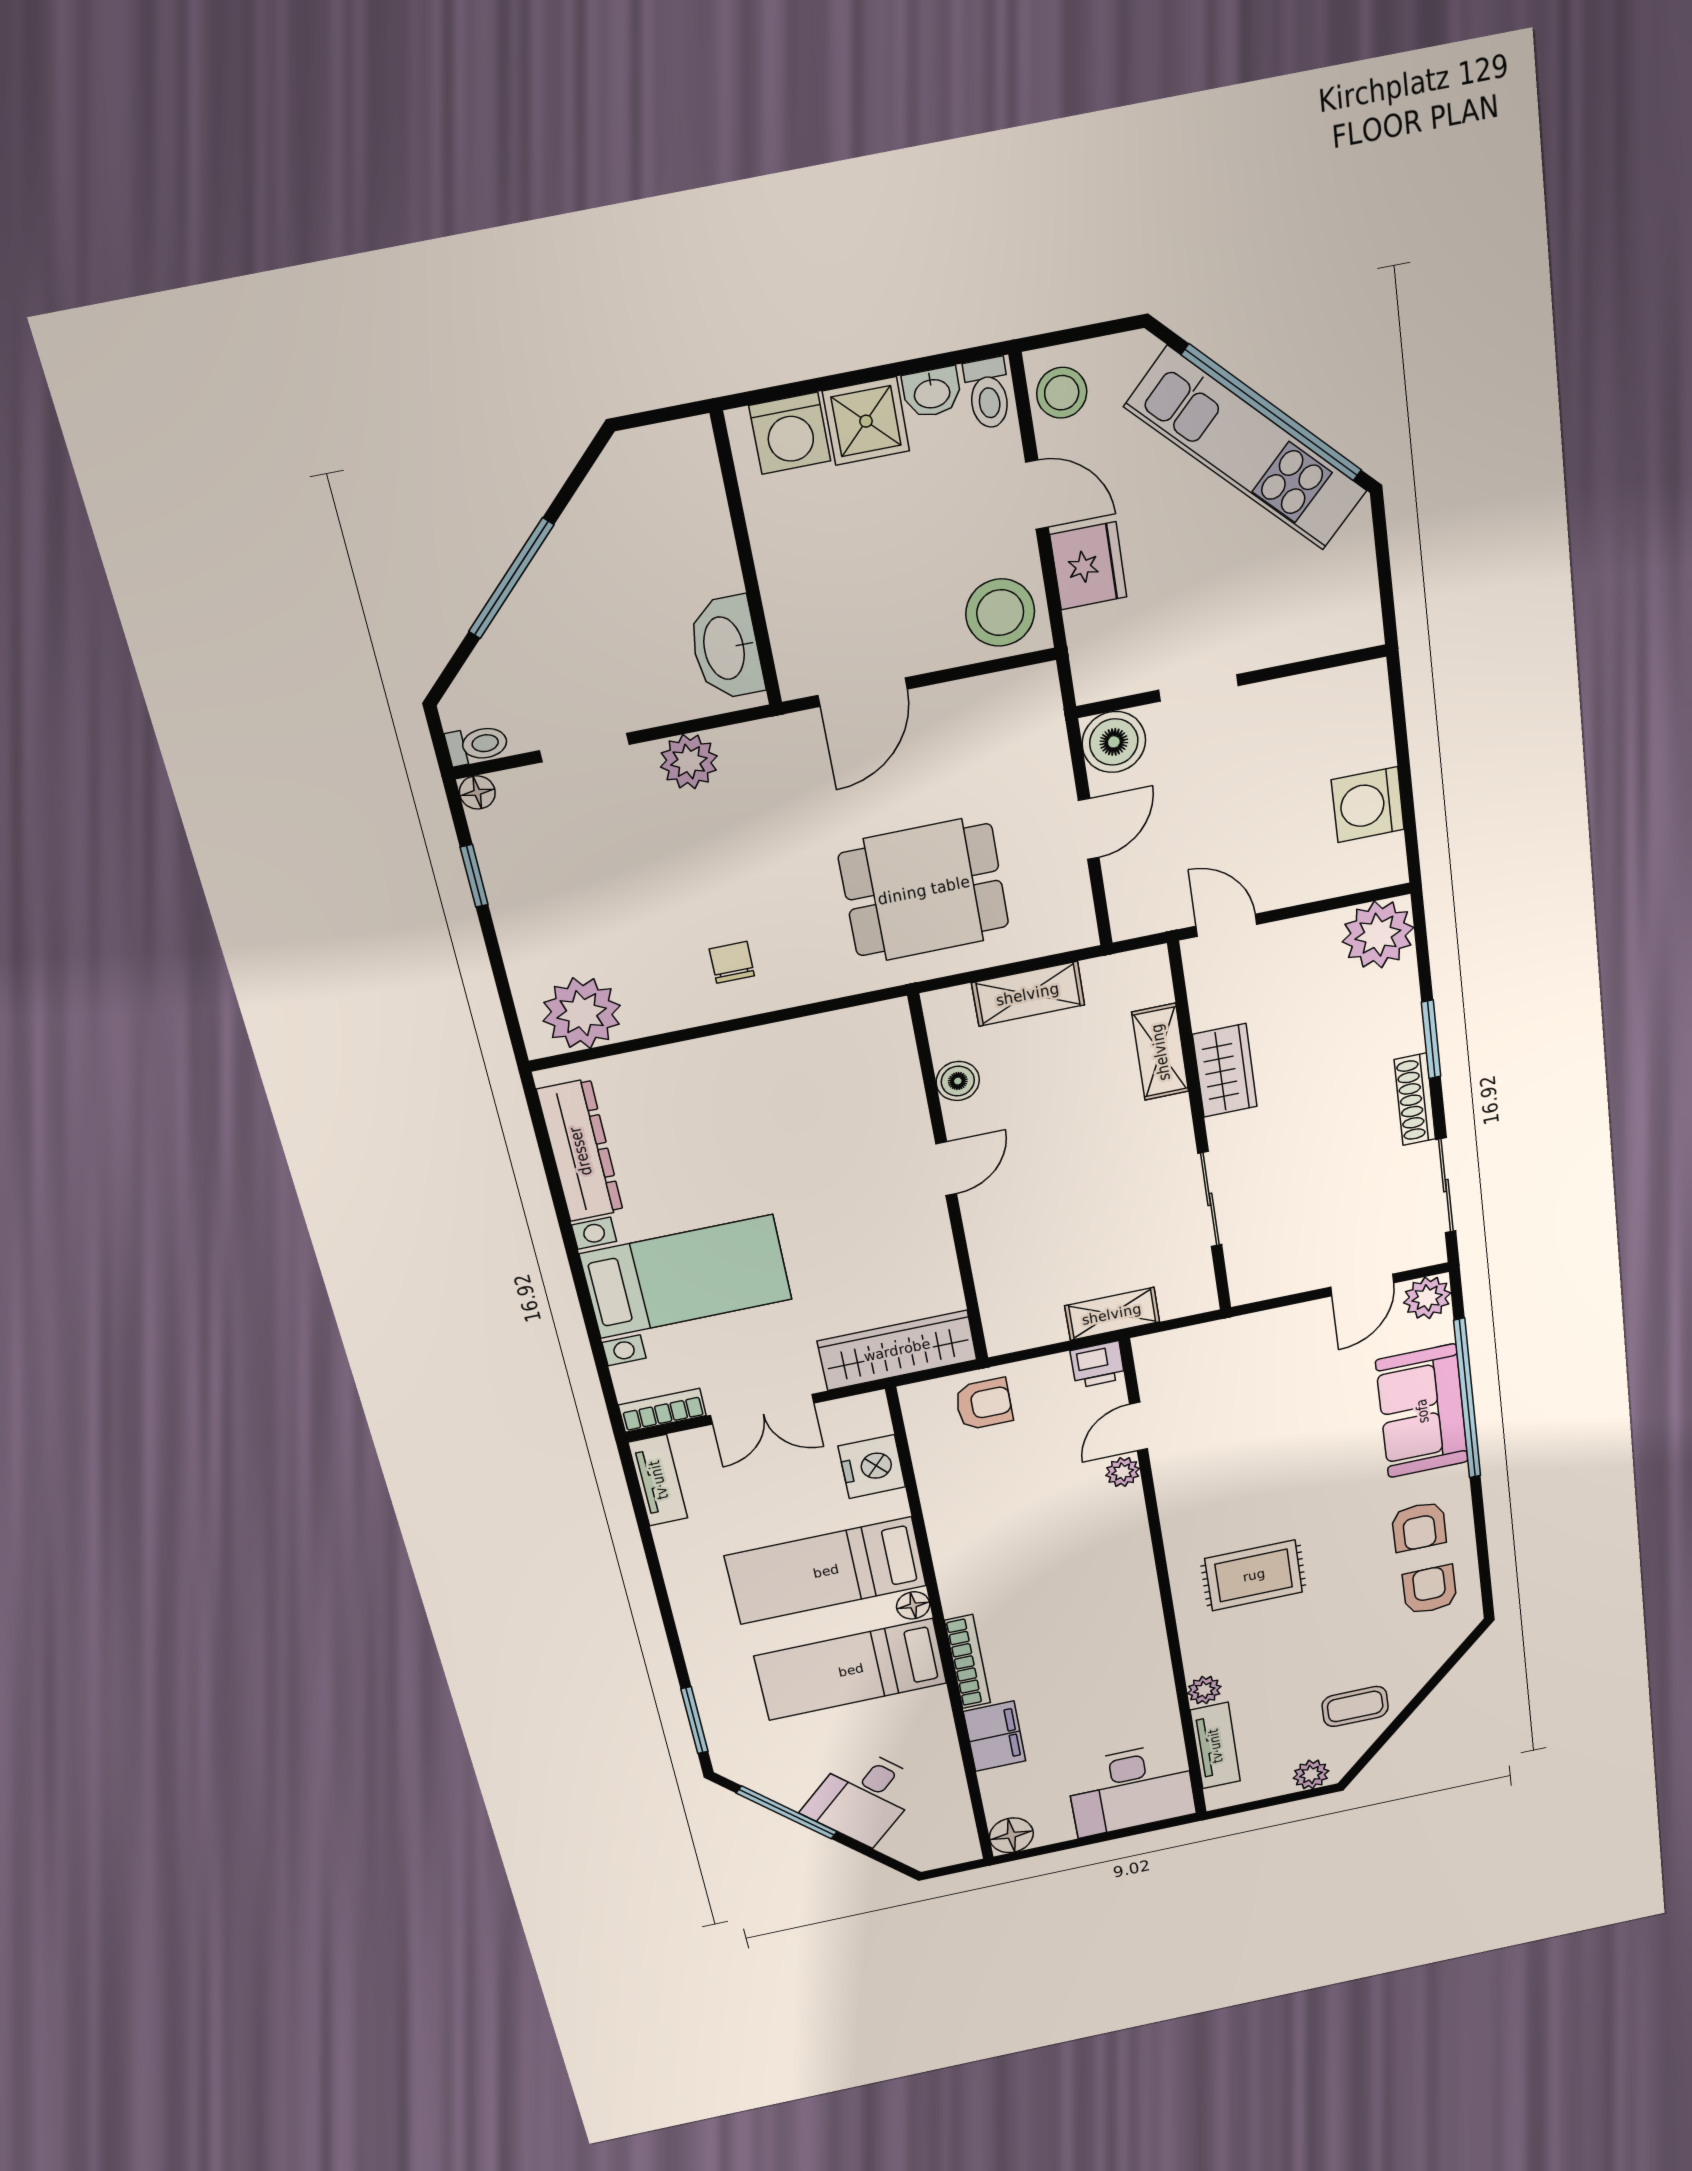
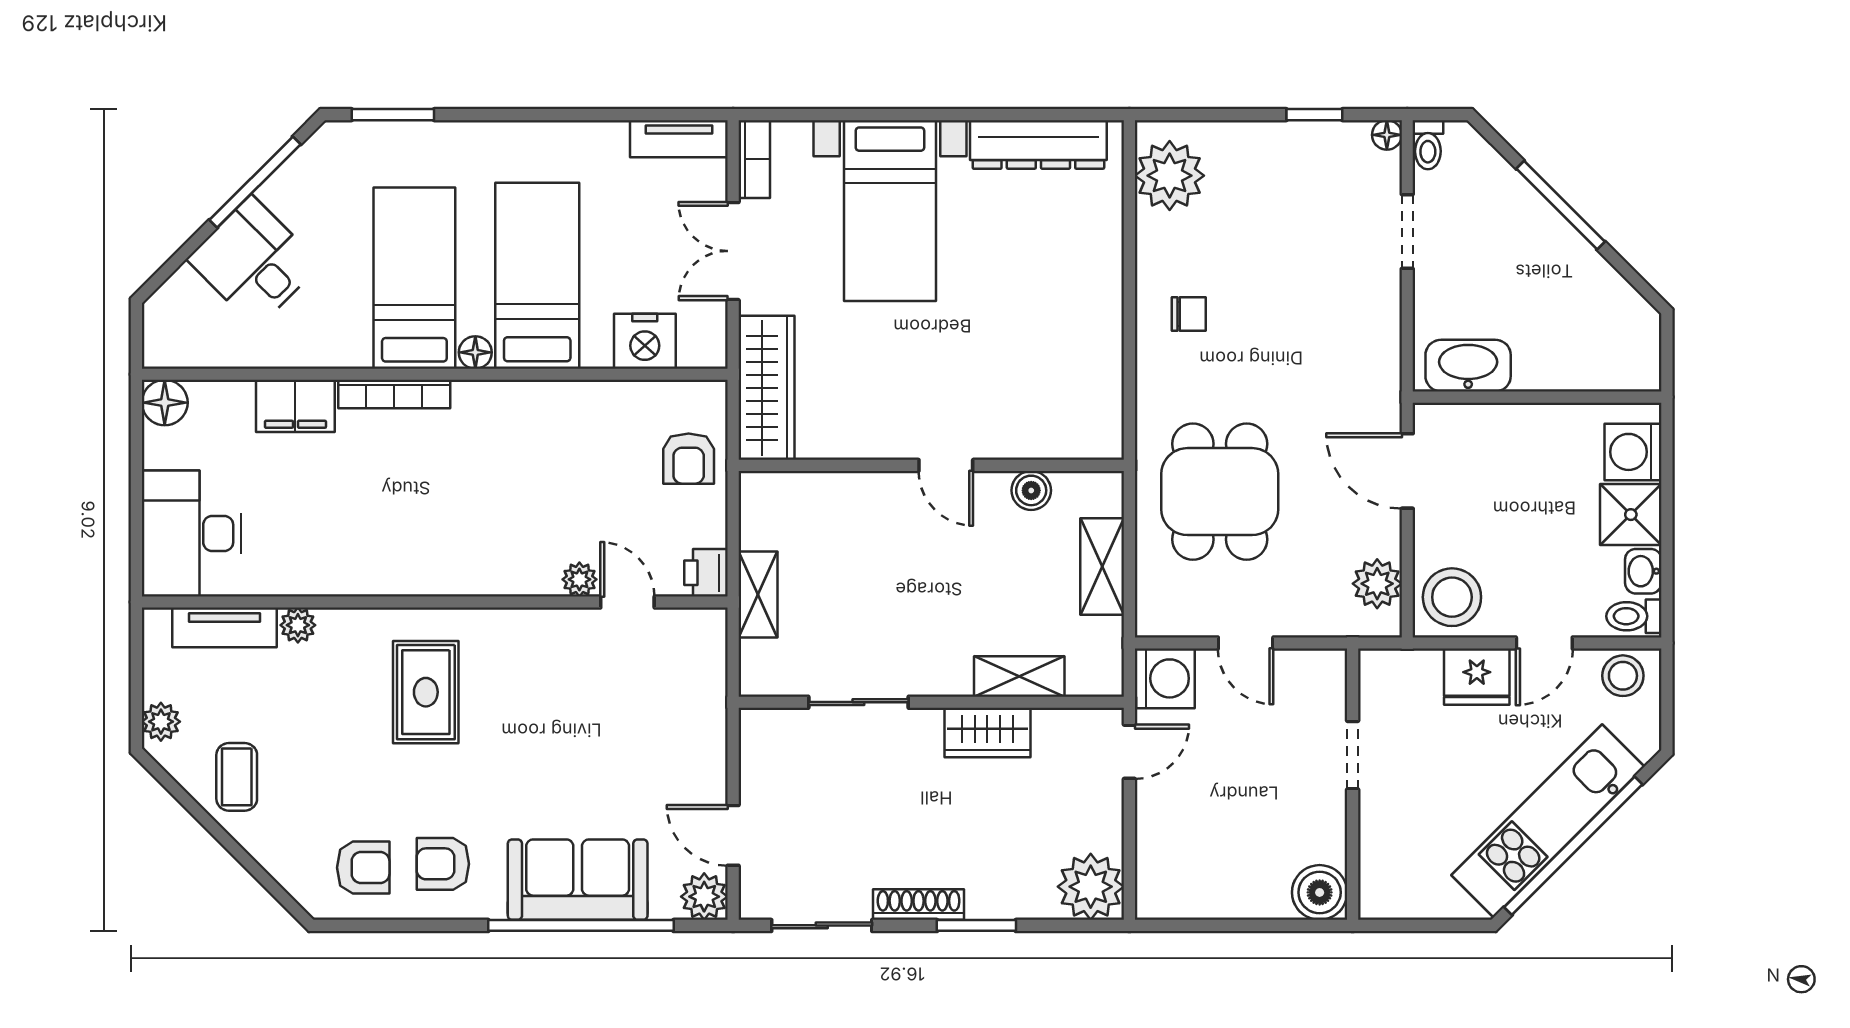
boiler: (1114, 742) -> (1320, 892), moved
plant: (689, 762) -> (1377, 584), moved
washing machine: (1368, 805) -> (1165, 678), moved, turned 90

